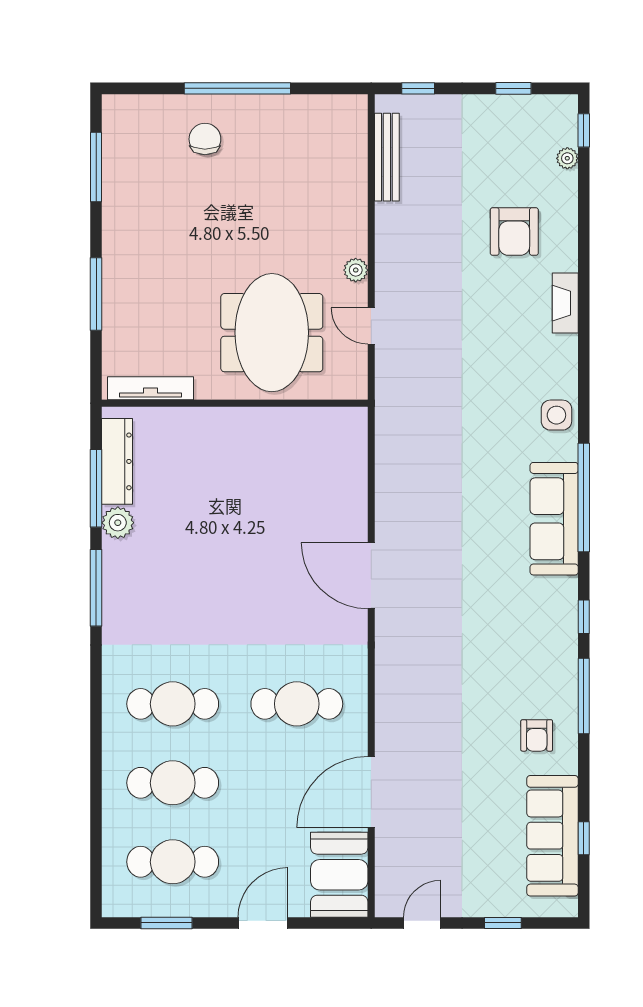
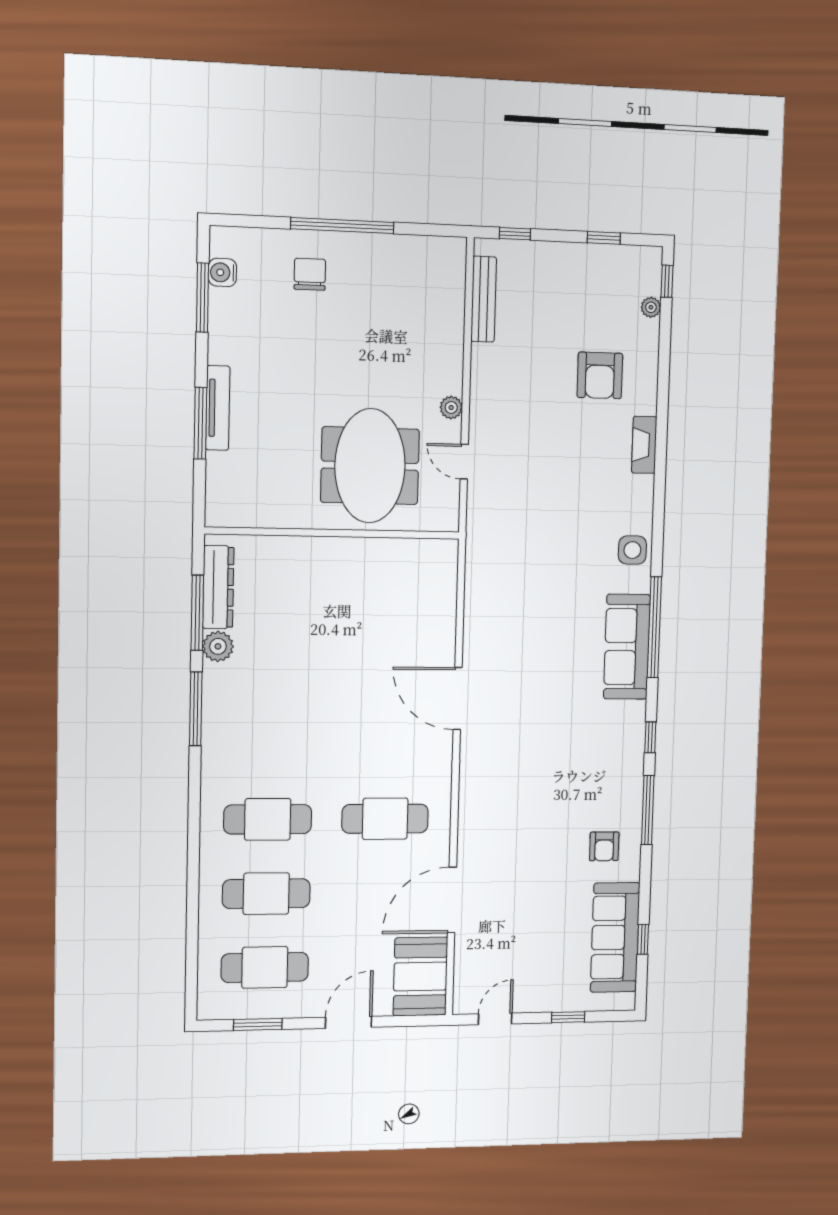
water cooler: (116, 141) -> (222, 272), added
tv unit: (151, 388) -> (218, 408), moved, turned 90

